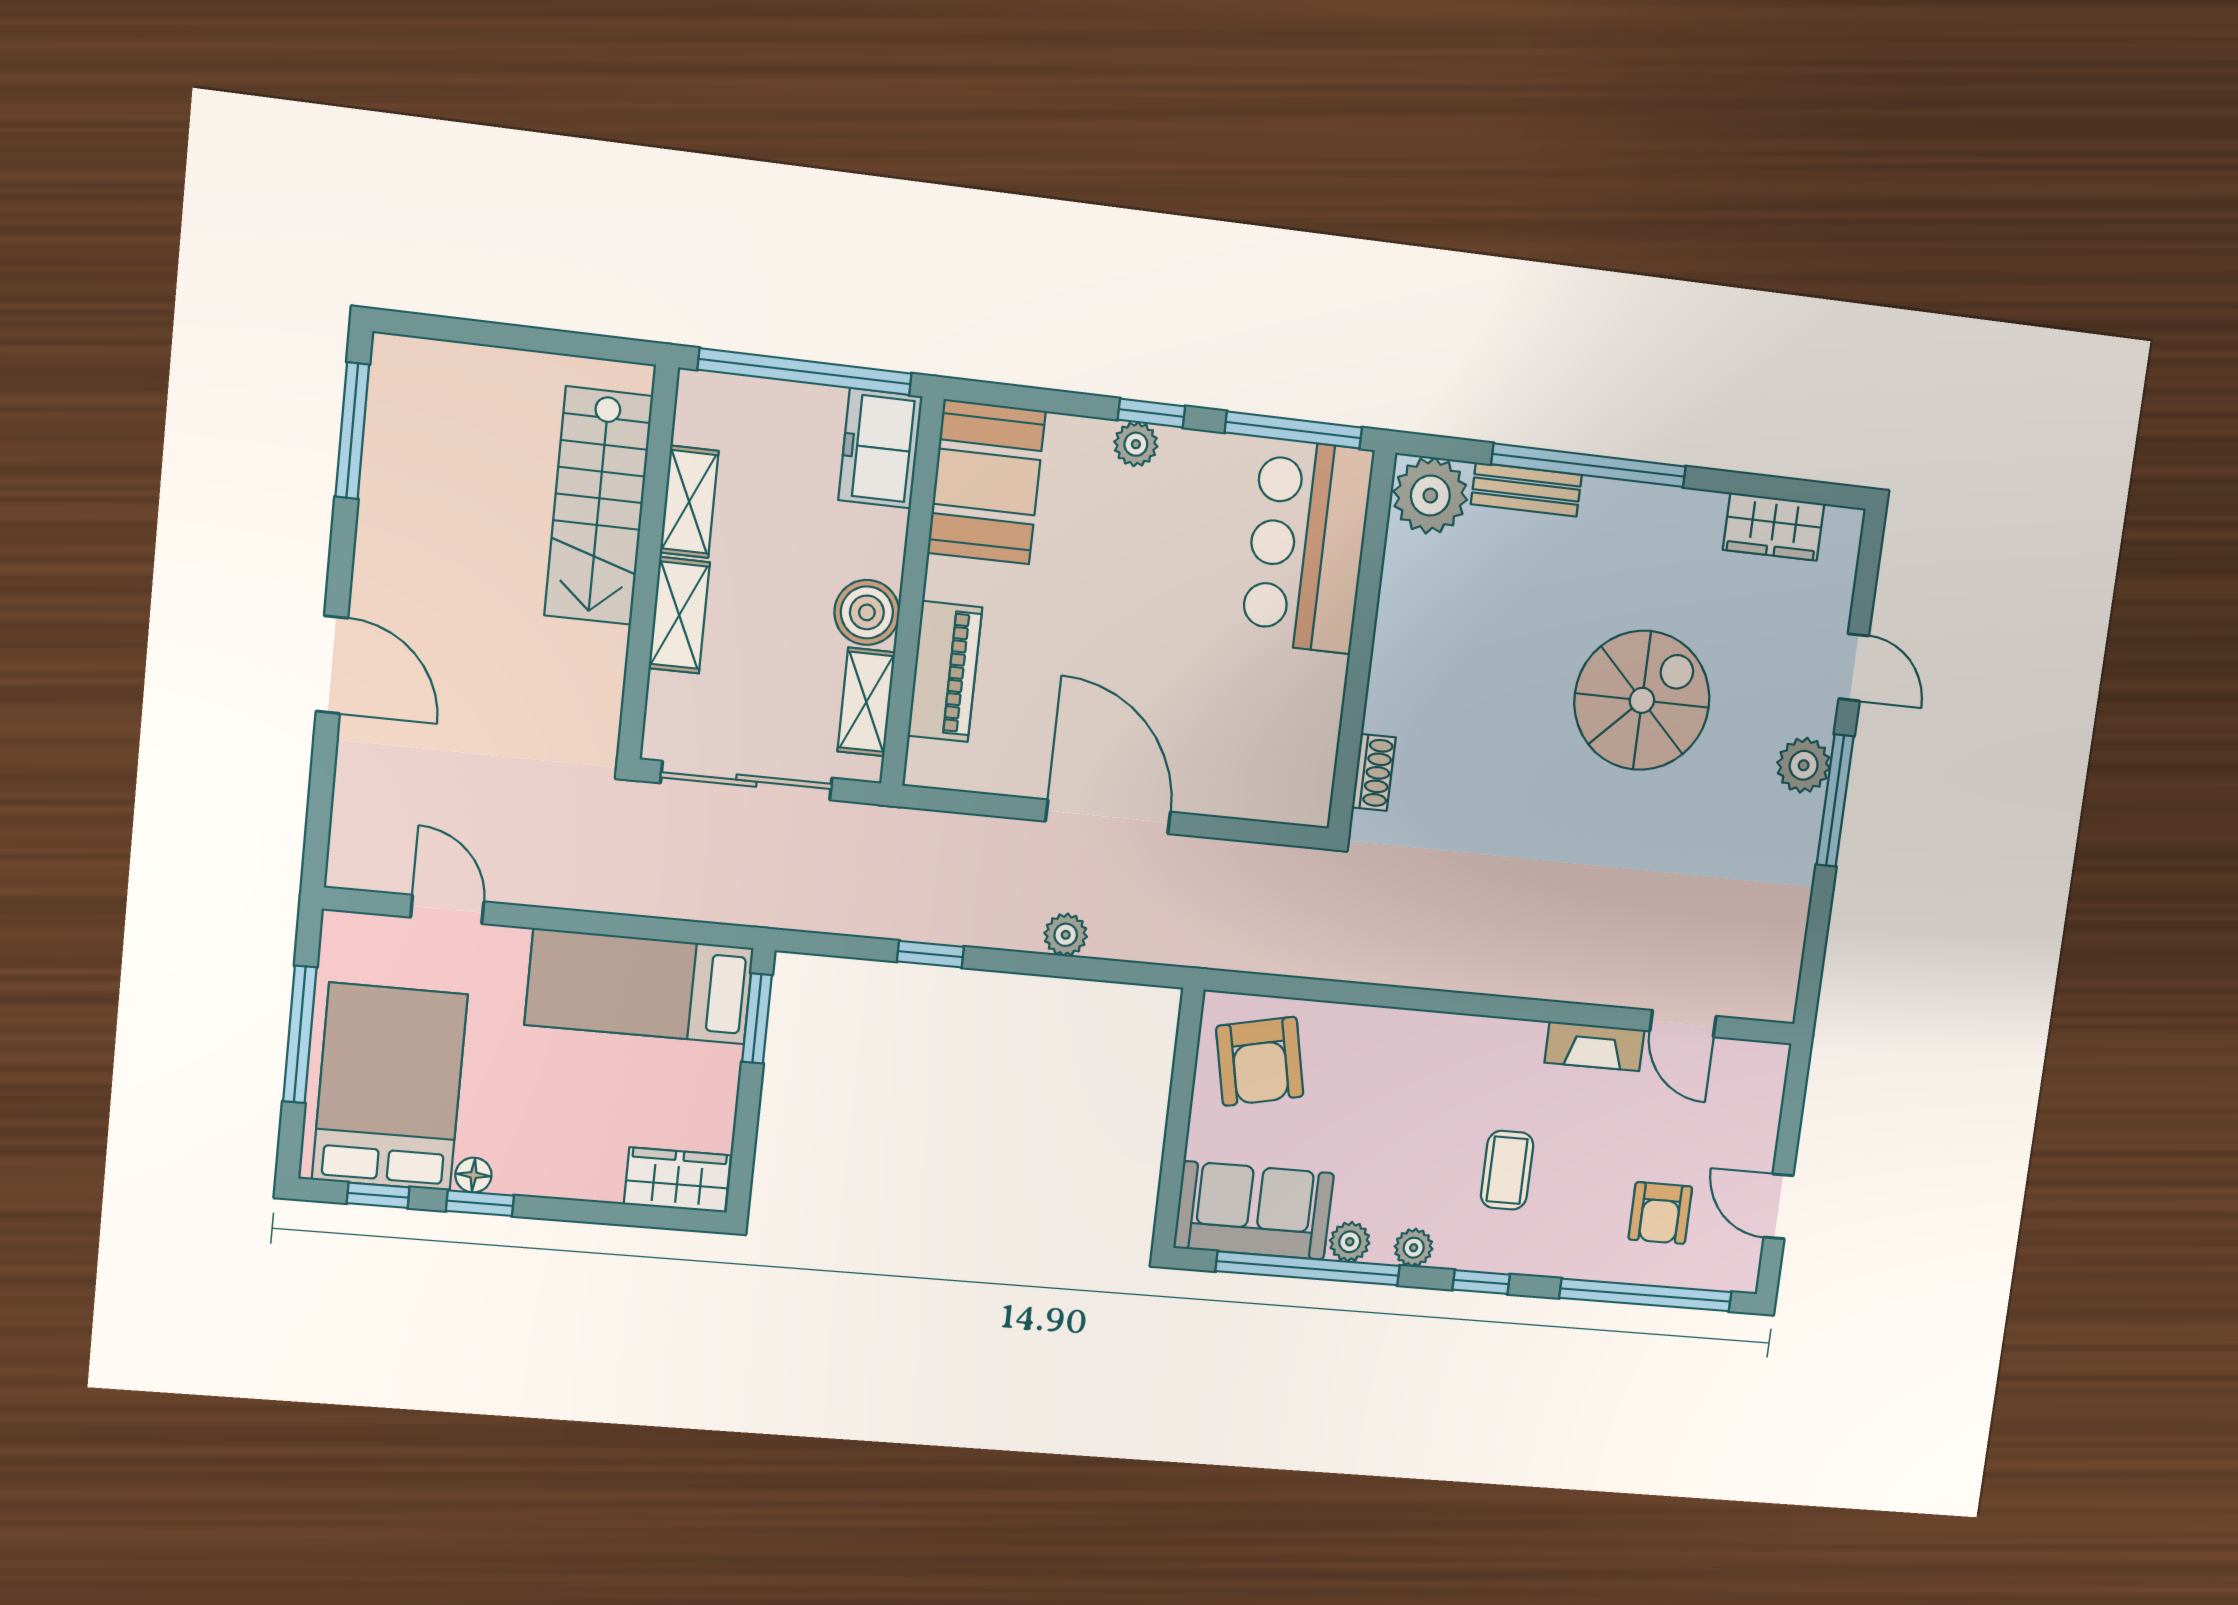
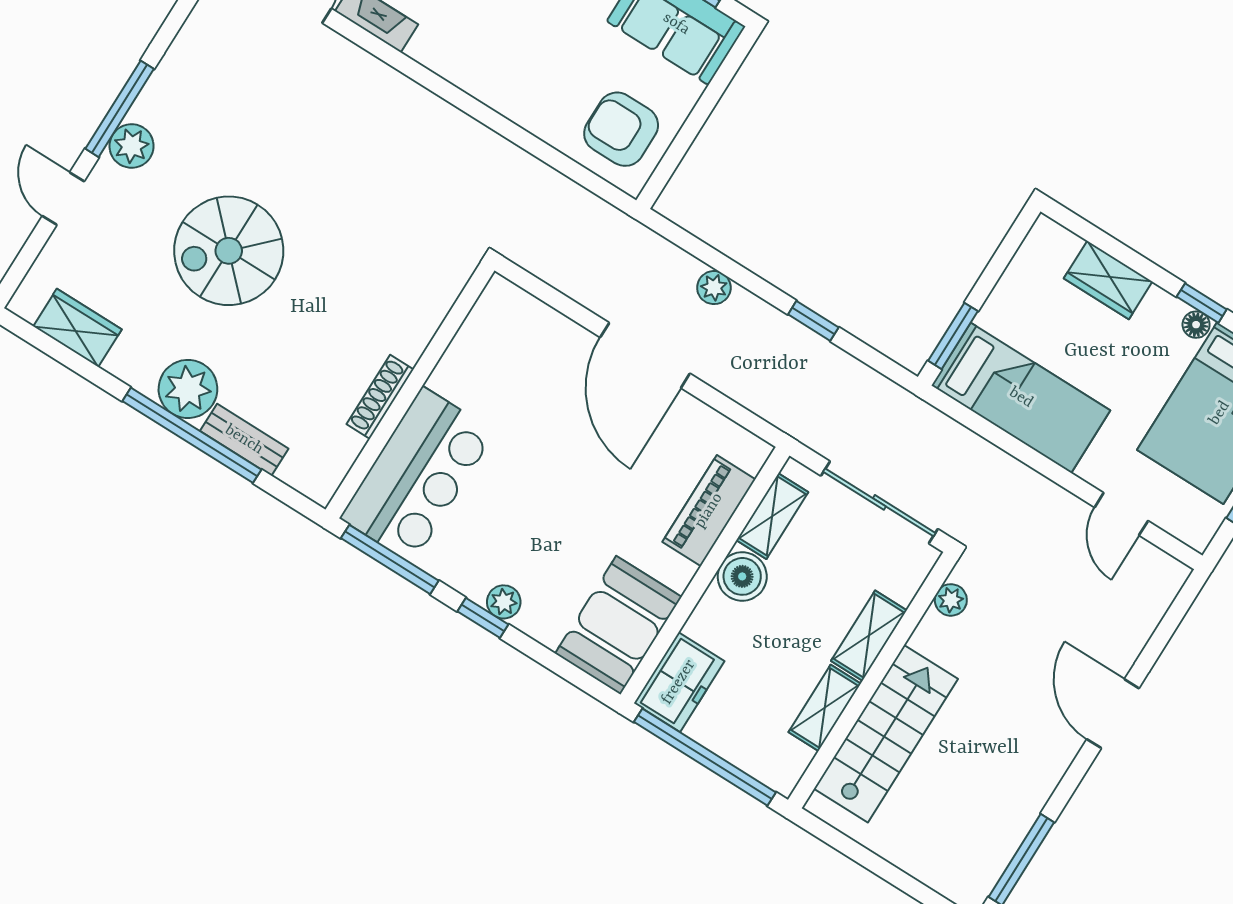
plant: (1430, 496) -> (188, 389), moved
plant: (601, 706) -> (951, 600), added
shoe rack: (1374, 772) -> (380, 397), moved, width x1.43
armchair: (1260, 1061) -> (621, 129), turned -78
wardrobe: (677, 1180) -> (1108, 280), moved

